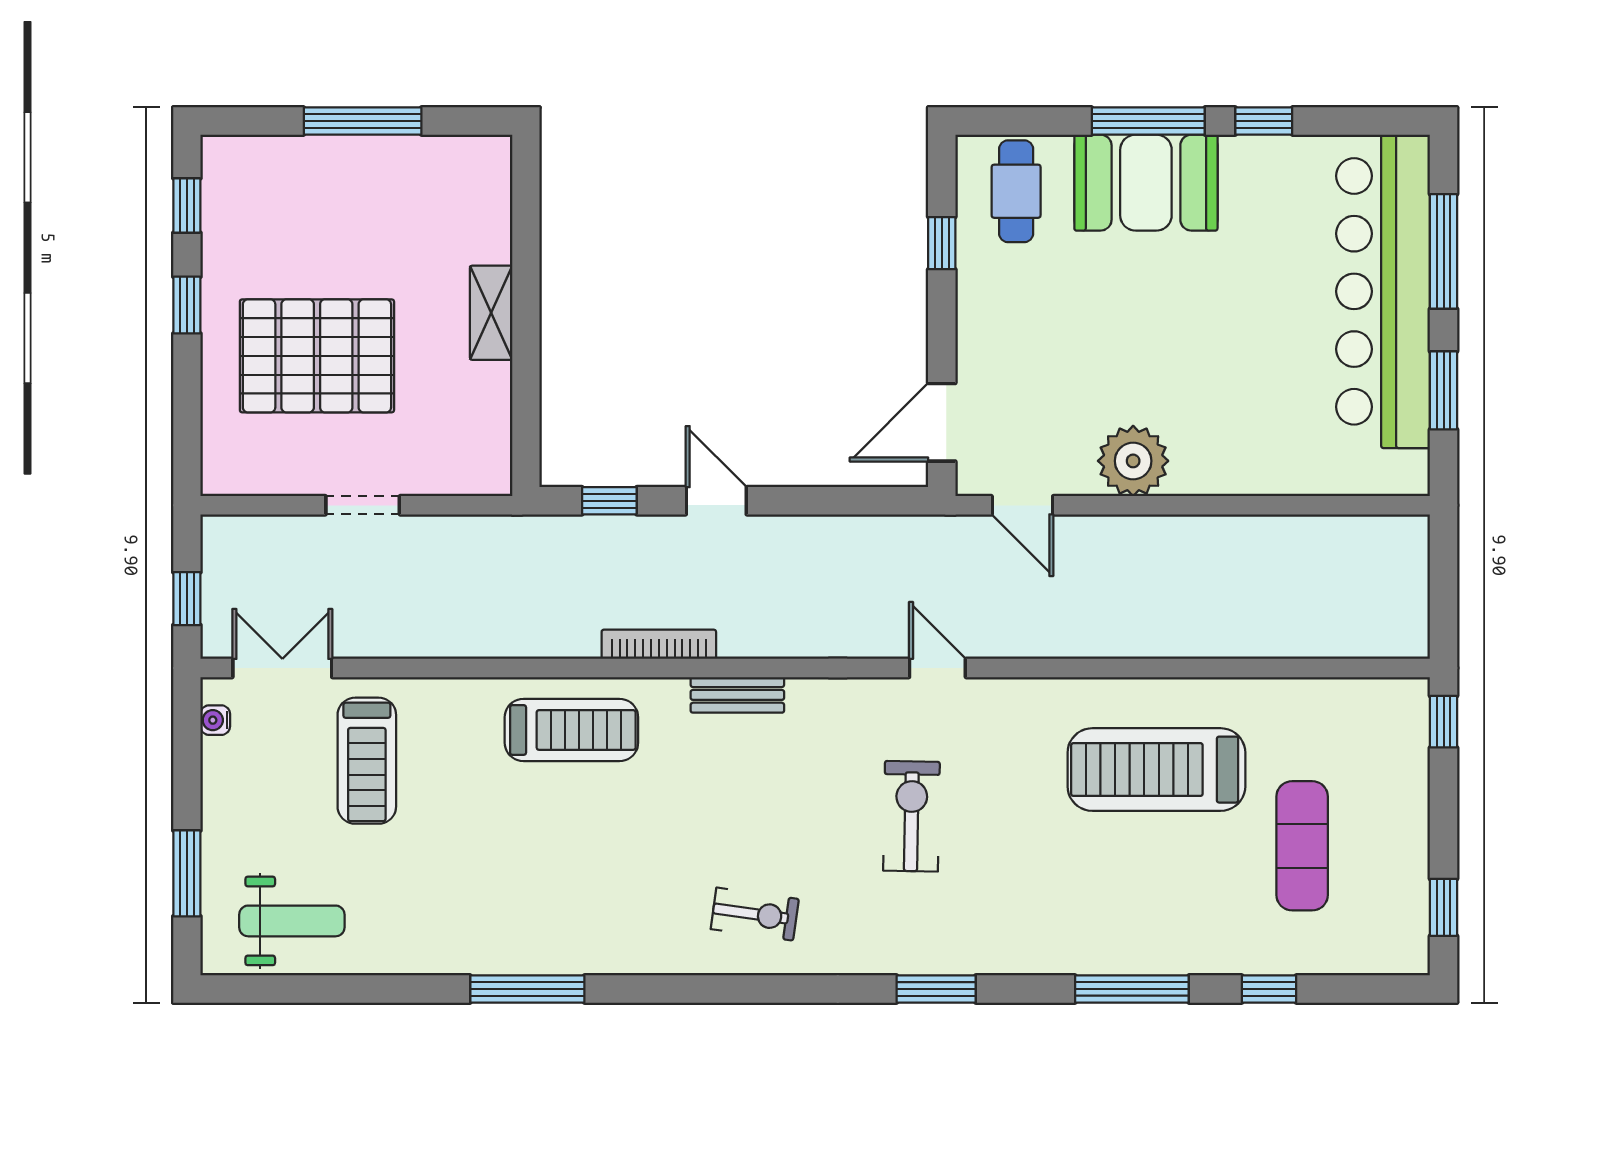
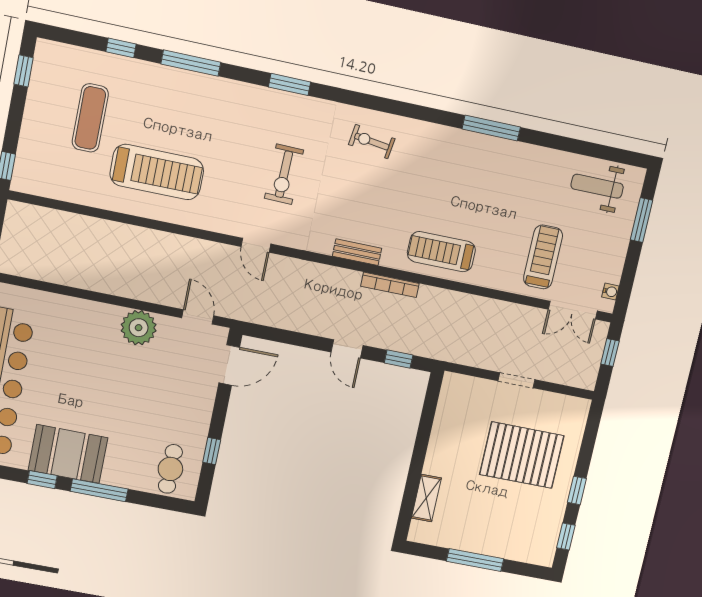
booth: (1146, 183) -> (68, 454), moved
shelving: (491, 313) -> (426, 498), moved

